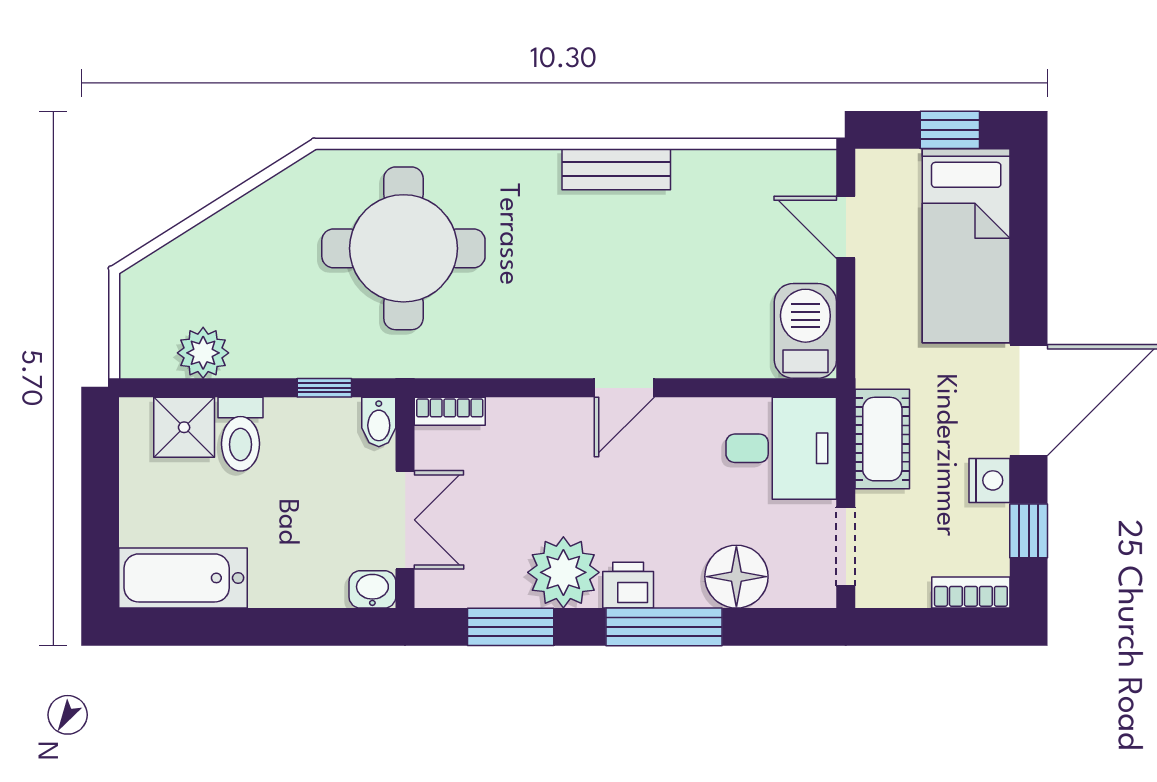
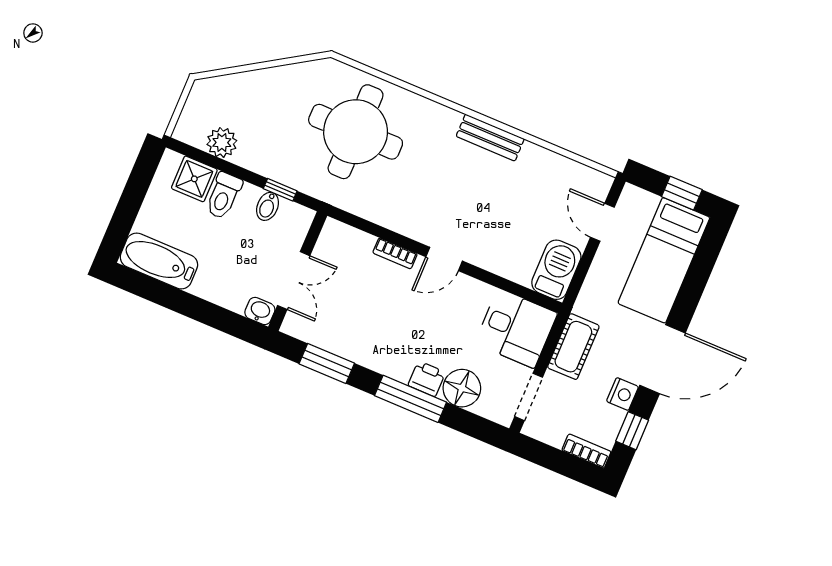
bookcase: (450, 411) -> (395, 253), moved
bidet: (379, 422) -> (268, 206), moved
plant: (563, 572) -> (368, 346), removed
printer: (628, 585) -> (427, 379), moved

